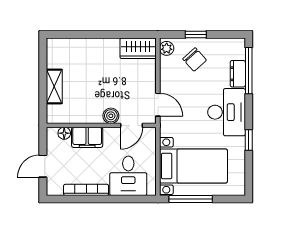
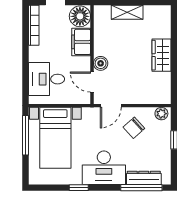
wardrobe: (138, 48) -> (161, 55), moved
chair: (195, 60) -> (134, 128), moved
dresser: (238, 74) -> (144, 178), width x1.44
floor lamp: (64, 133) -> (80, 16), width x1.89, depth x1.89
bookcase: (86, 190) -> (34, 25), moved

